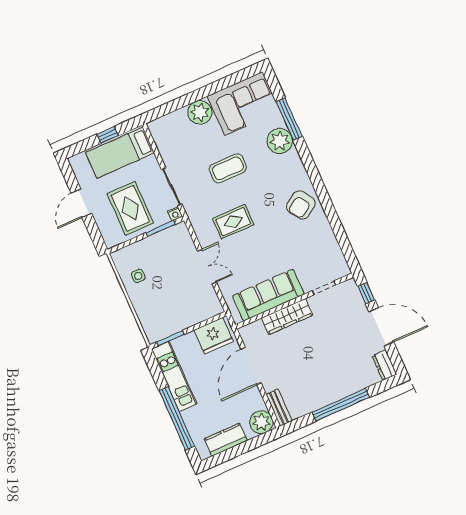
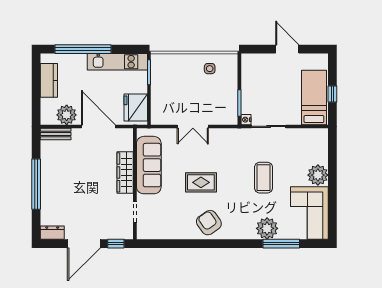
rug: (130, 208) -> (266, 86), removed
rug: (233, 222) -> (201, 182), moved, turned 90
plant: (261, 422) -> (67, 115), moved

